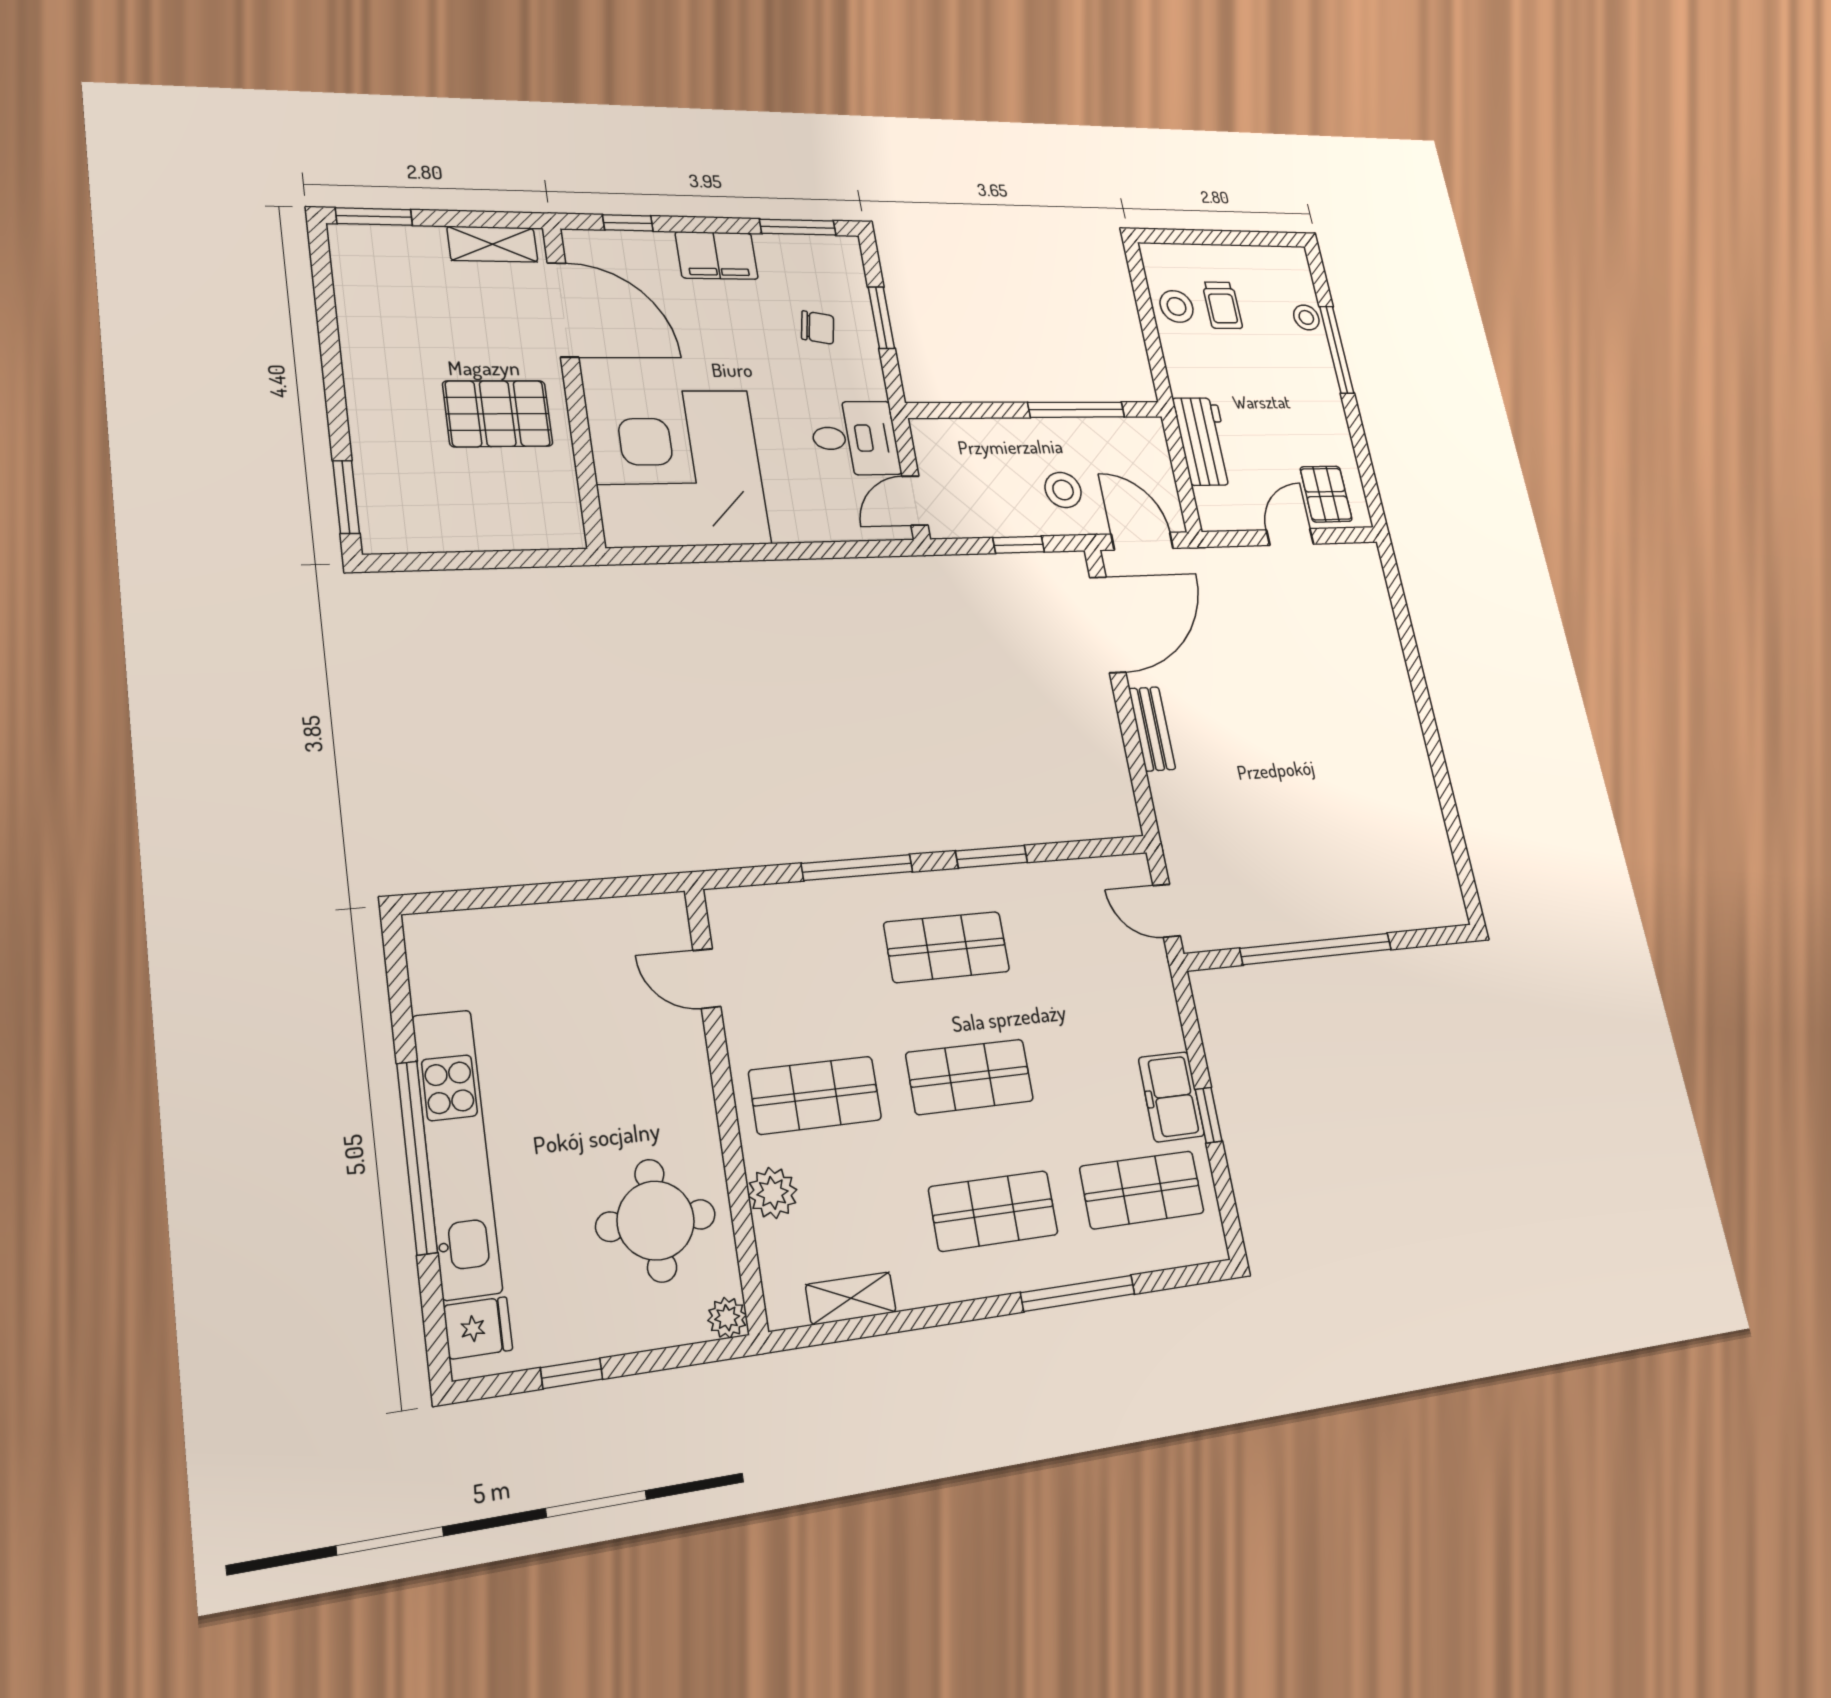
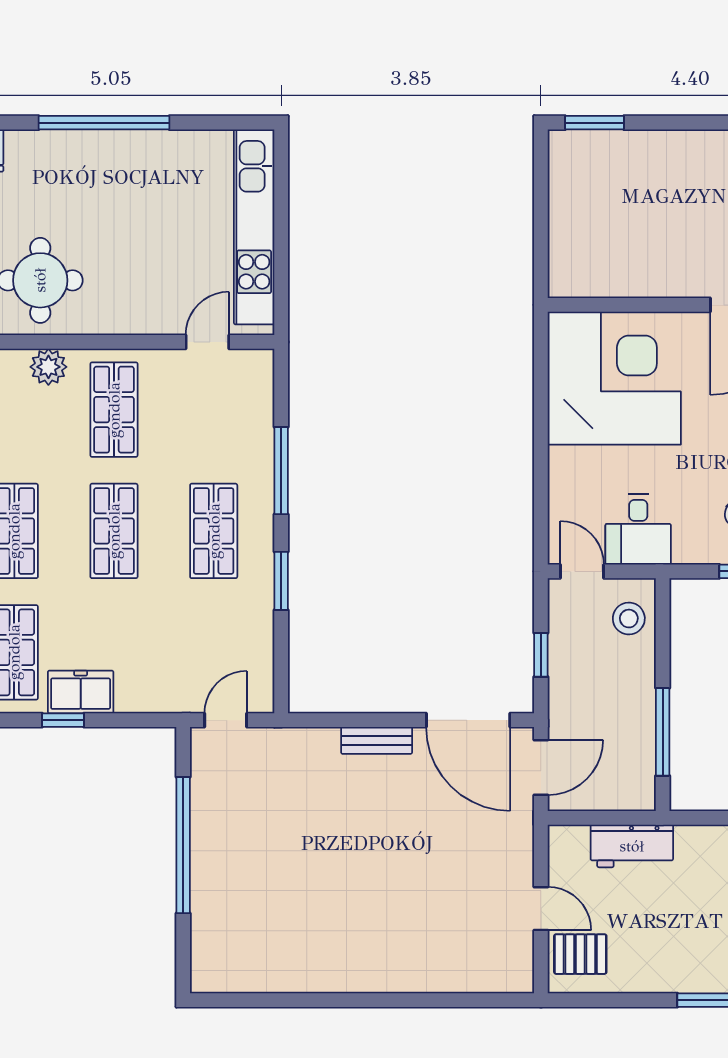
pallet: (498, 414) -> (662, 243), removed
stool: (1063, 490) -> (629, 619), moved
kitchen unit: (457, 1153) -> (254, 227), moved, turned 90

